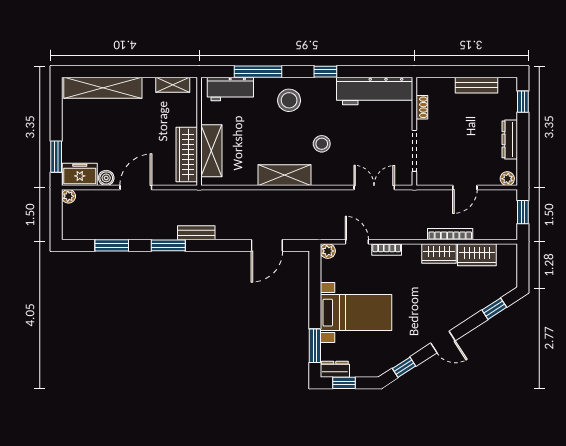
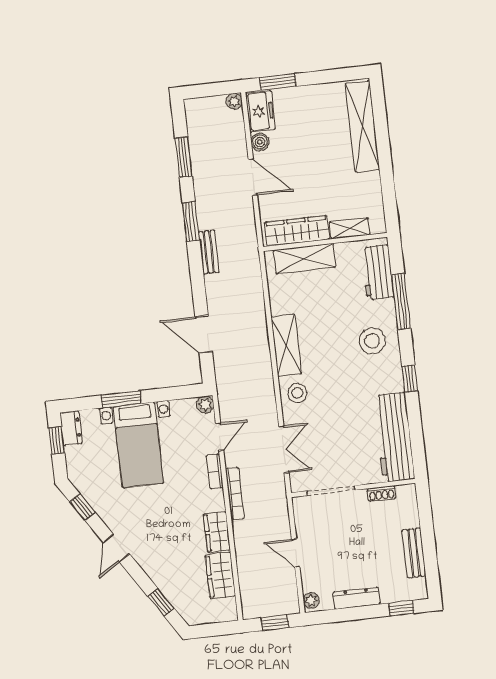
shelving: (173, 85) -> (350, 228), moved, turned 90
stool: (322, 144) -> (297, 393), moved
bookcase: (450, 234) -> (235, 494), moved
window: (315, 346) -> (121, 399), moved

